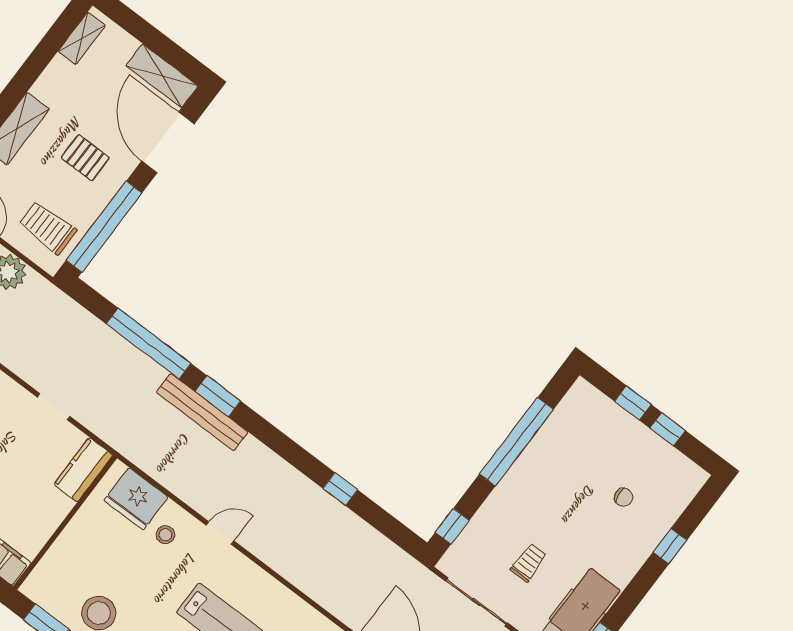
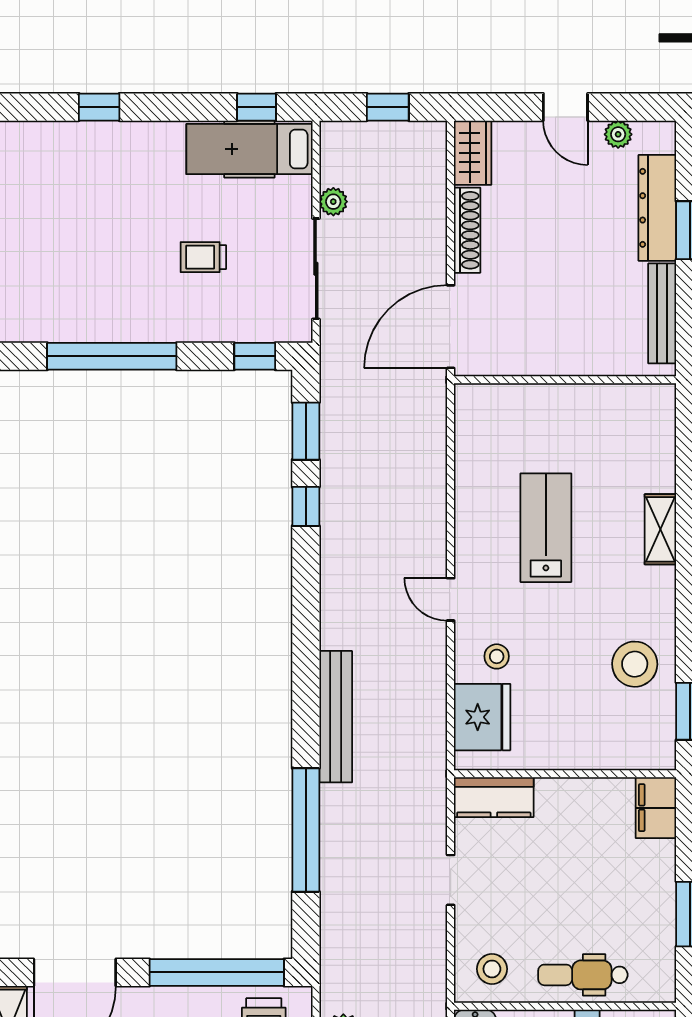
window: (218, 396) -> (306, 431), moved
chair: (624, 497) -> (84, 196), removed
trolley: (529, 563) -> (203, 257), moved

